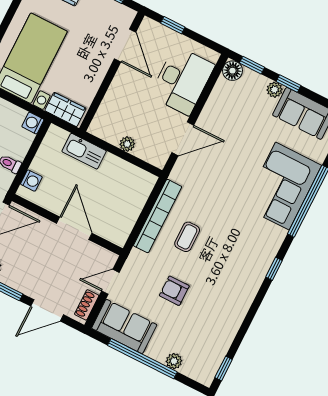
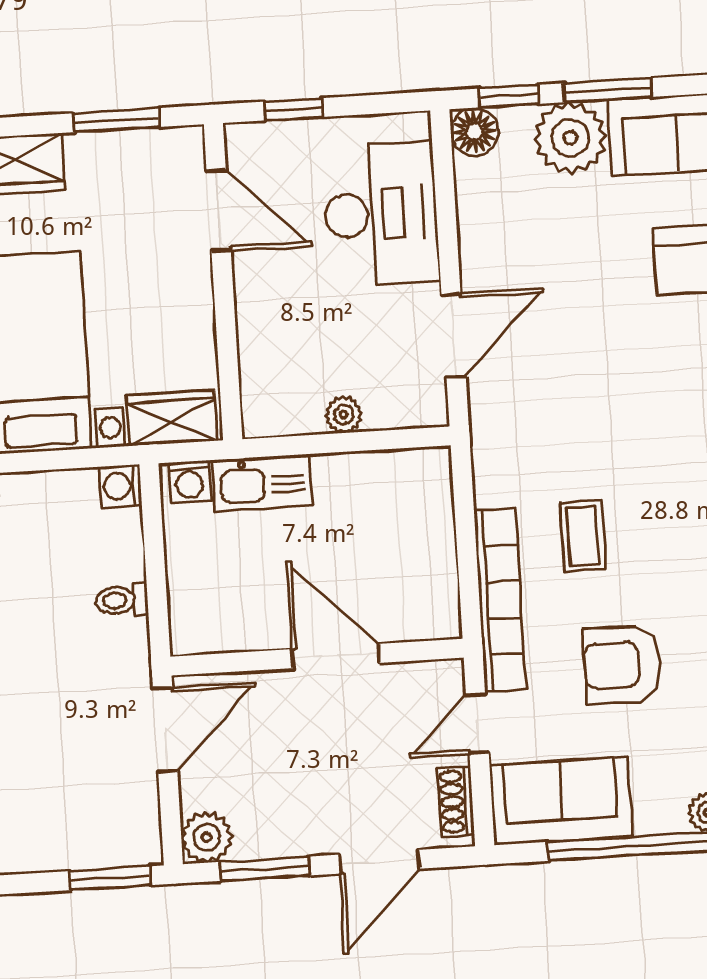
window: (289, 84) -> (608, 90), width x1.50
plant: (275, 90) -> (570, 138), width x1.87, depth x1.87
washing machine: (31, 181) -> (189, 482), moved, turned 90
bookcase: (158, 216) -> (500, 600), moved
armchair: (174, 291) -> (622, 664), width x1.38, depth x1.38

